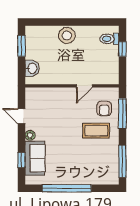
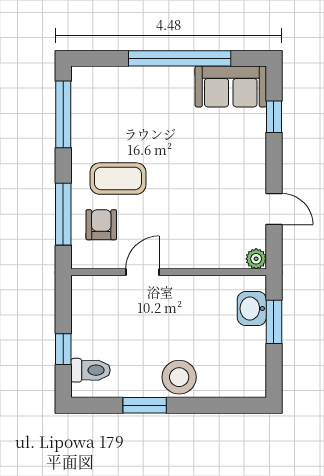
window: (83, 22) -> (145, 405), added
window: (21, 46) -> (274, 322), moved
plant: (30, 135) -> (256, 259), moved
sofa: (35, 158) -> (231, 86), moved, turned -90

